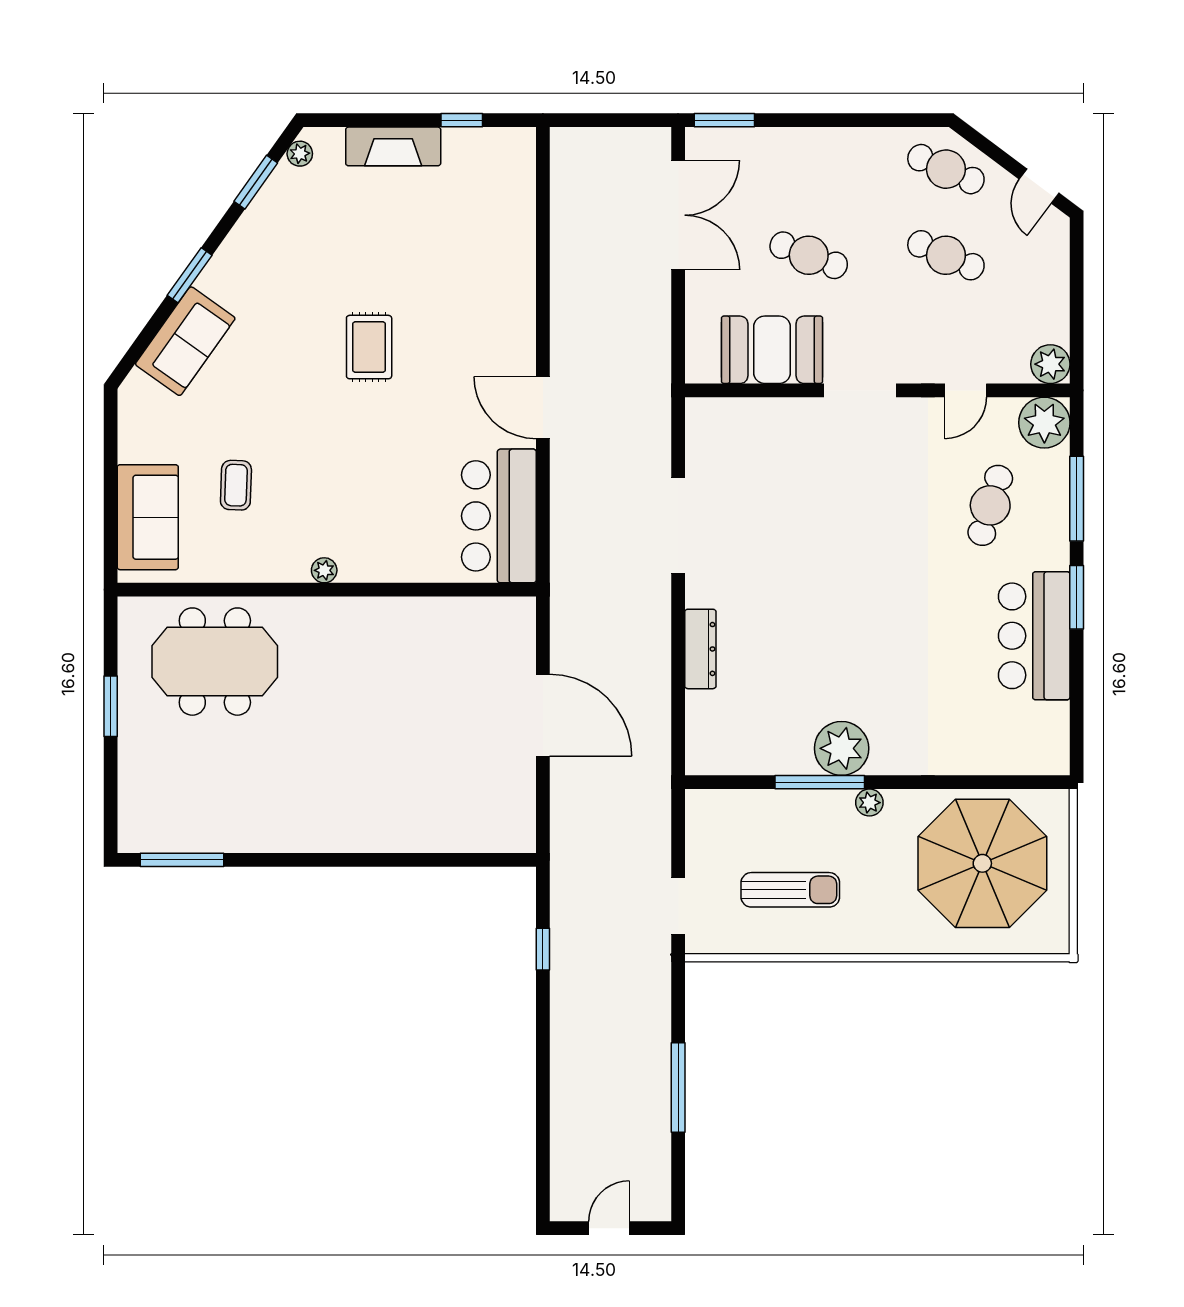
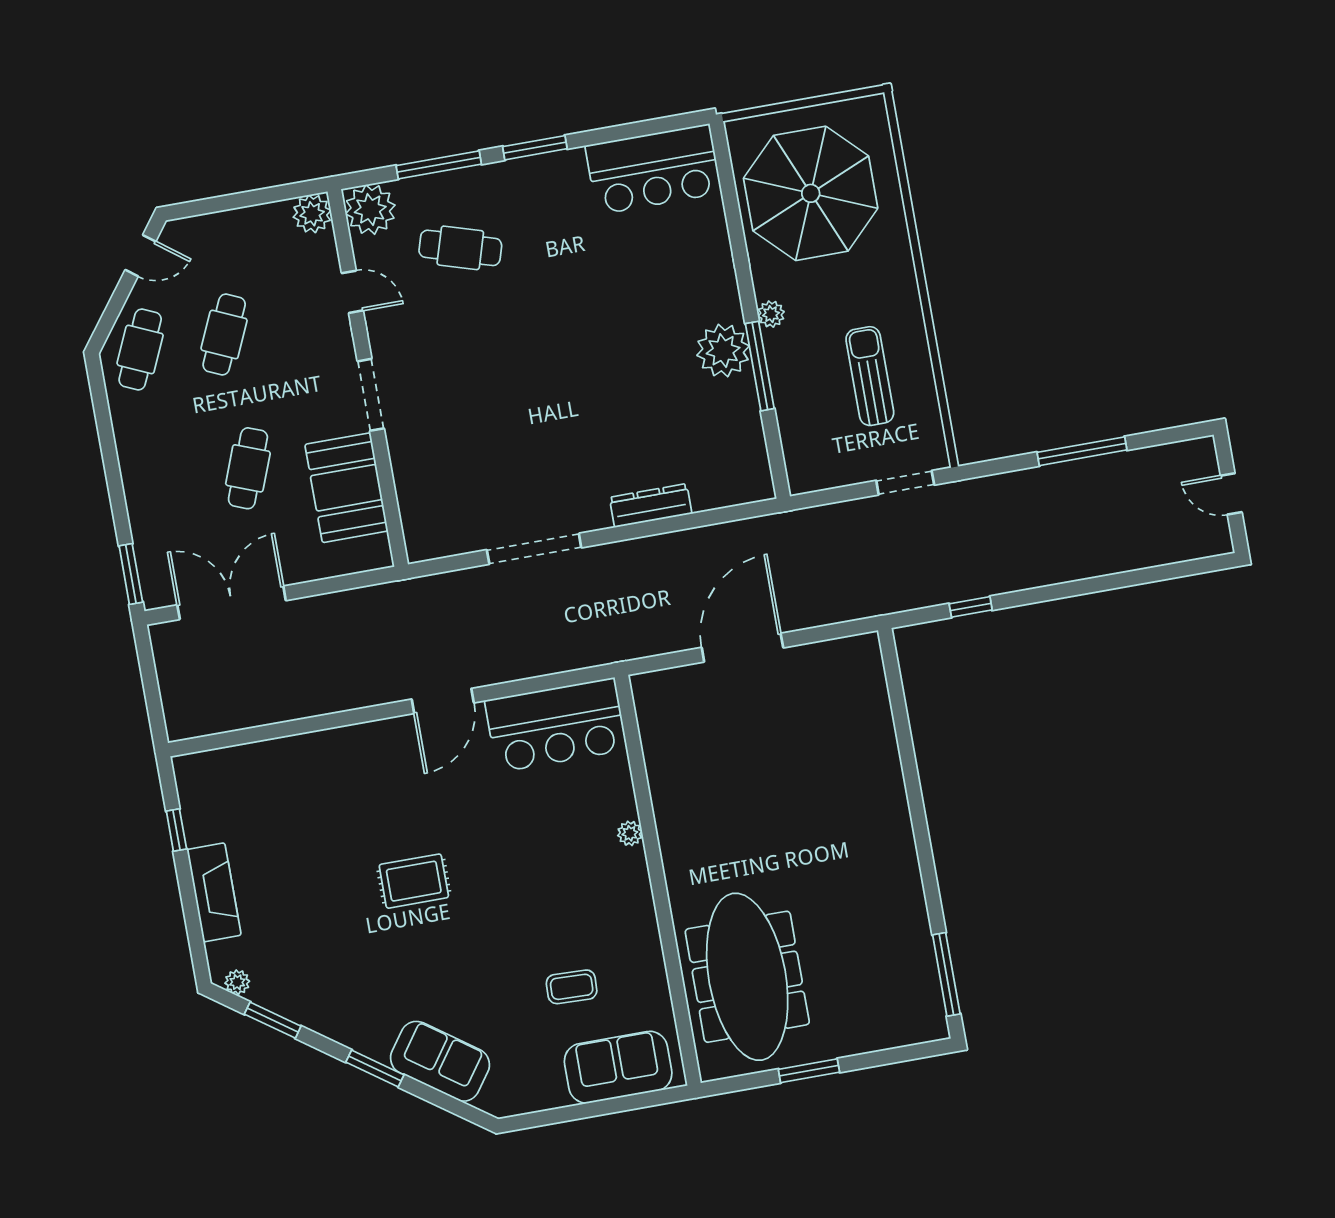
plant: (324, 570) -> (630, 833), moved
bar counter: (1034, 636) -> (653, 169), moved
meeting table: (215, 662) -> (747, 977), width x1.36

